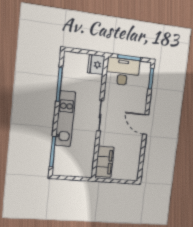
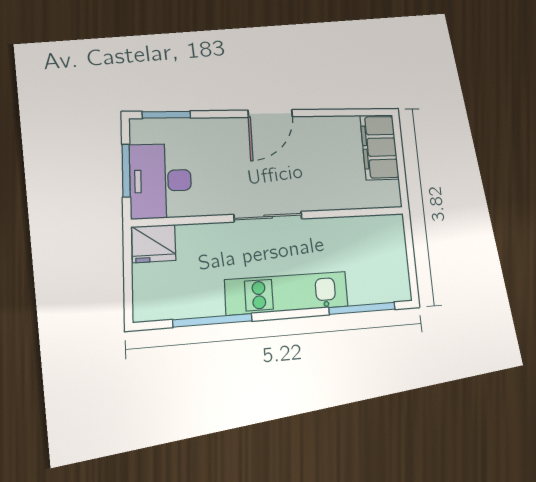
filing cabinet: (105, 162) -> (380, 147), moved, turned -90

